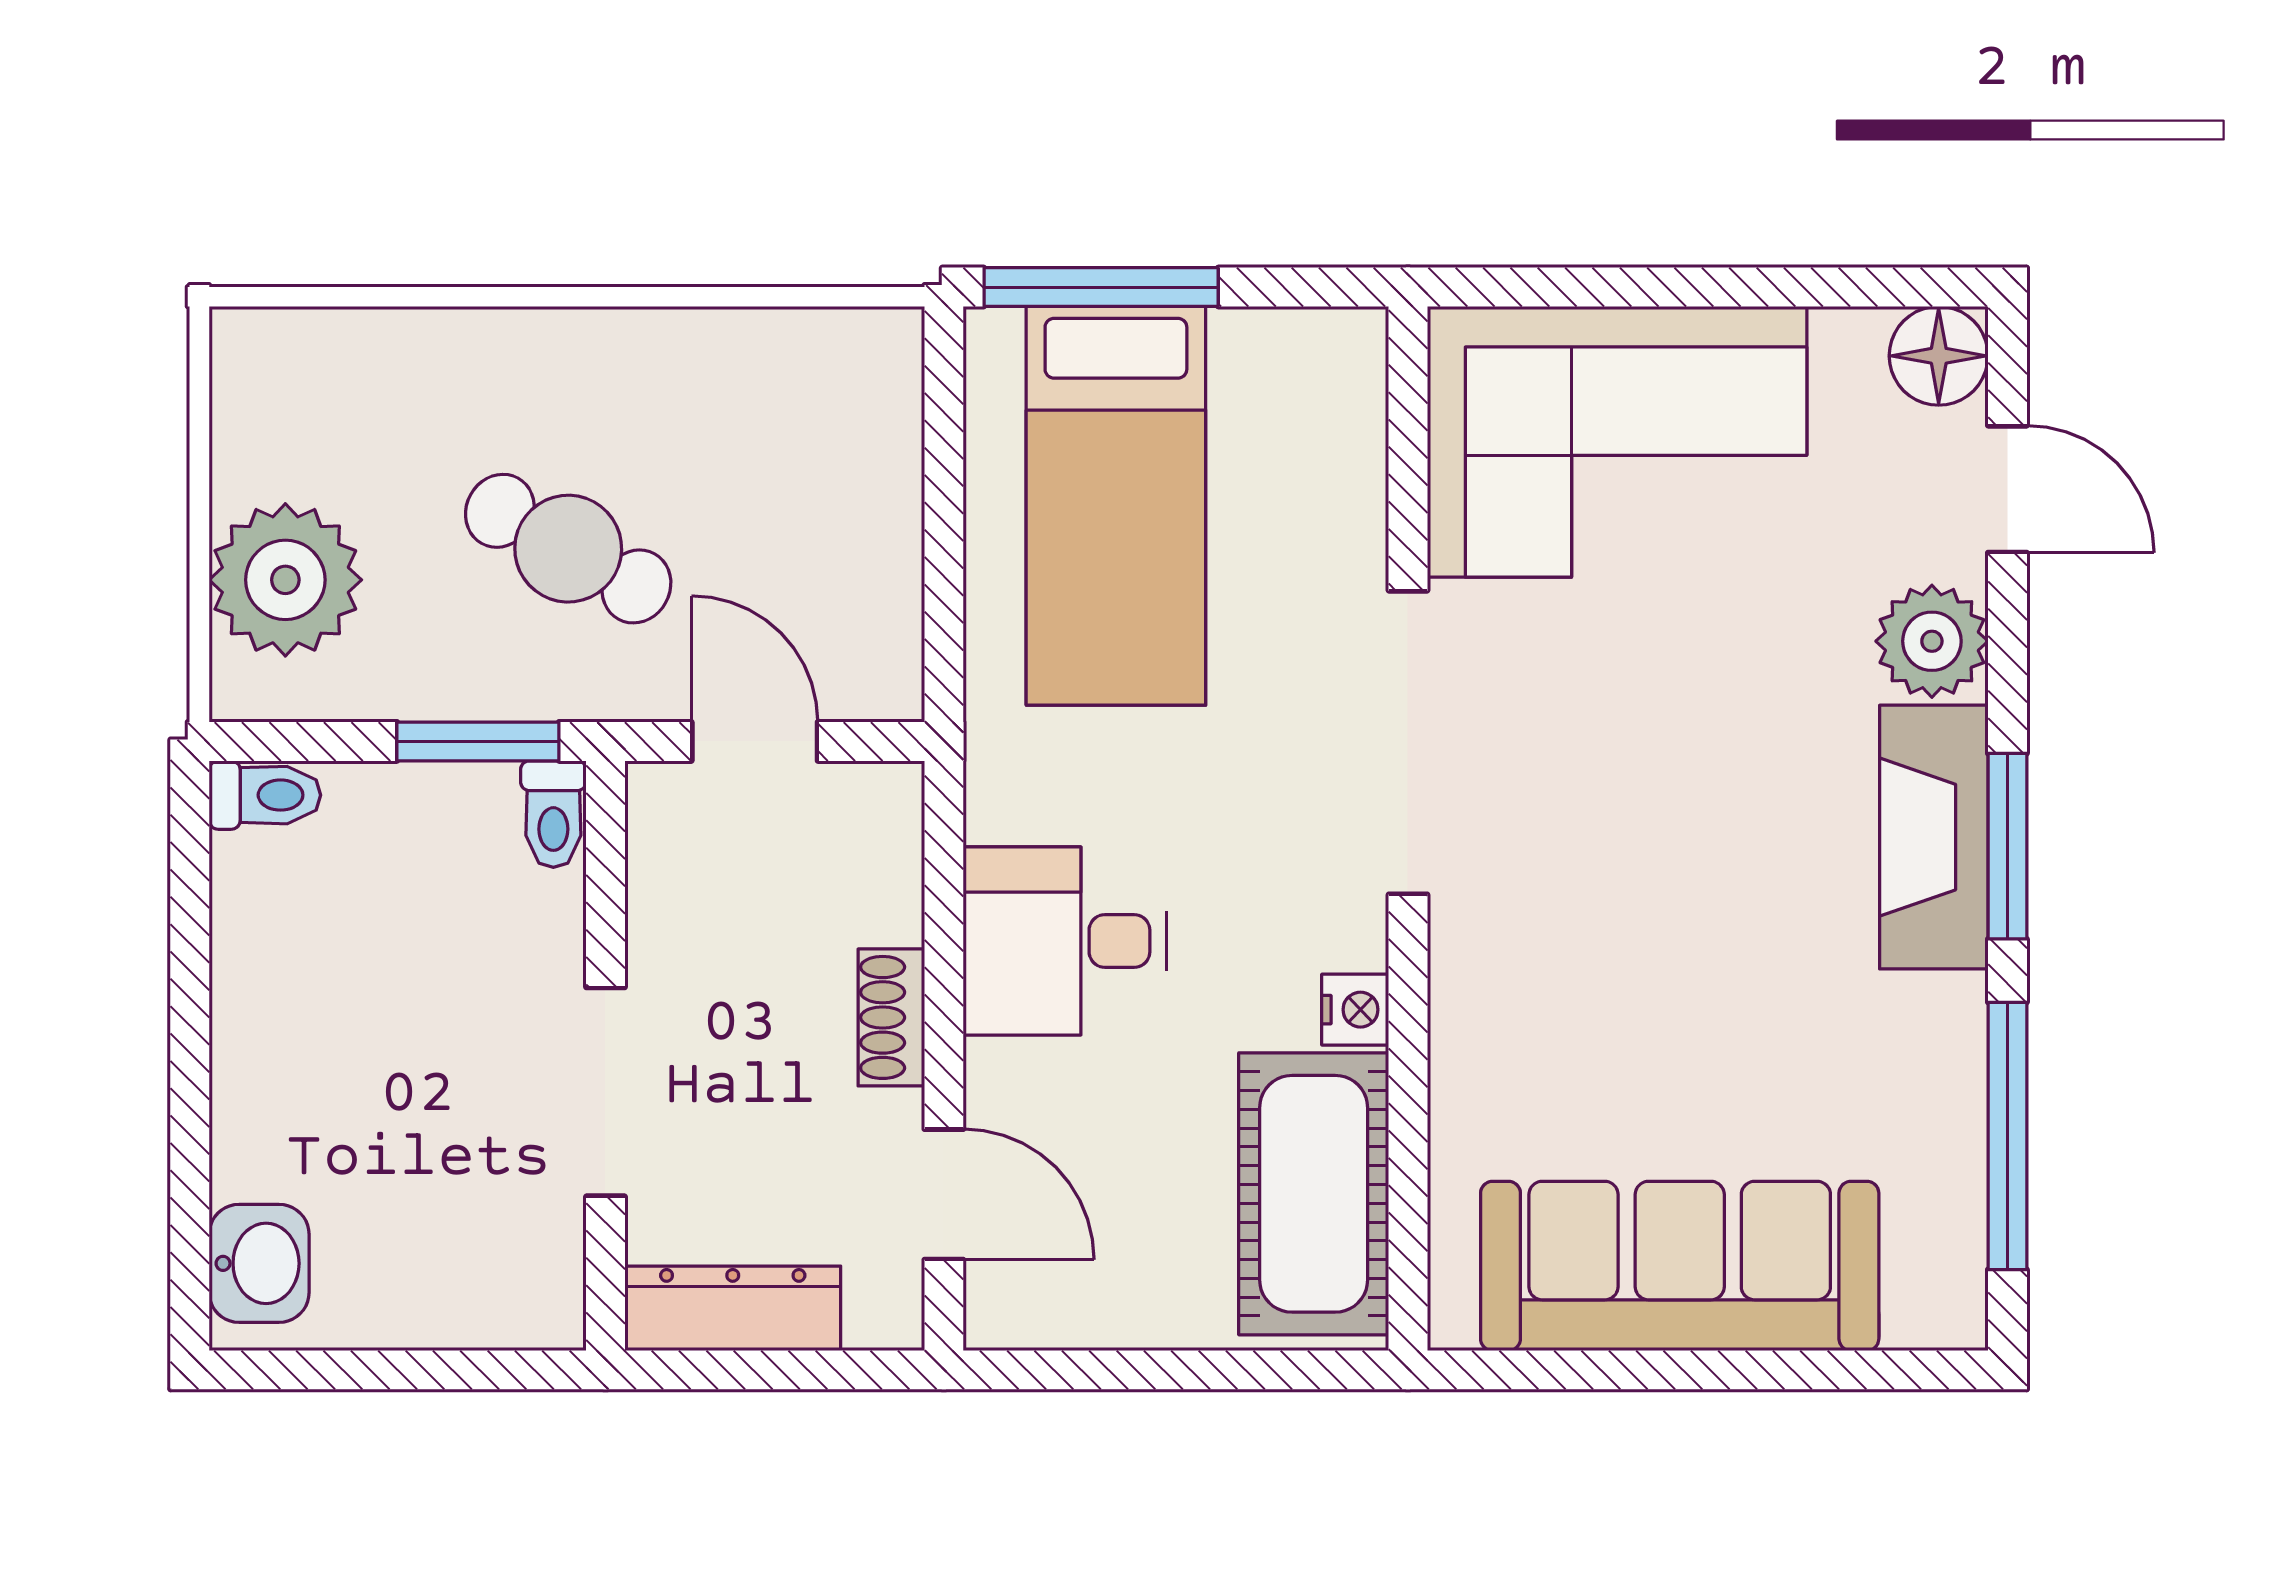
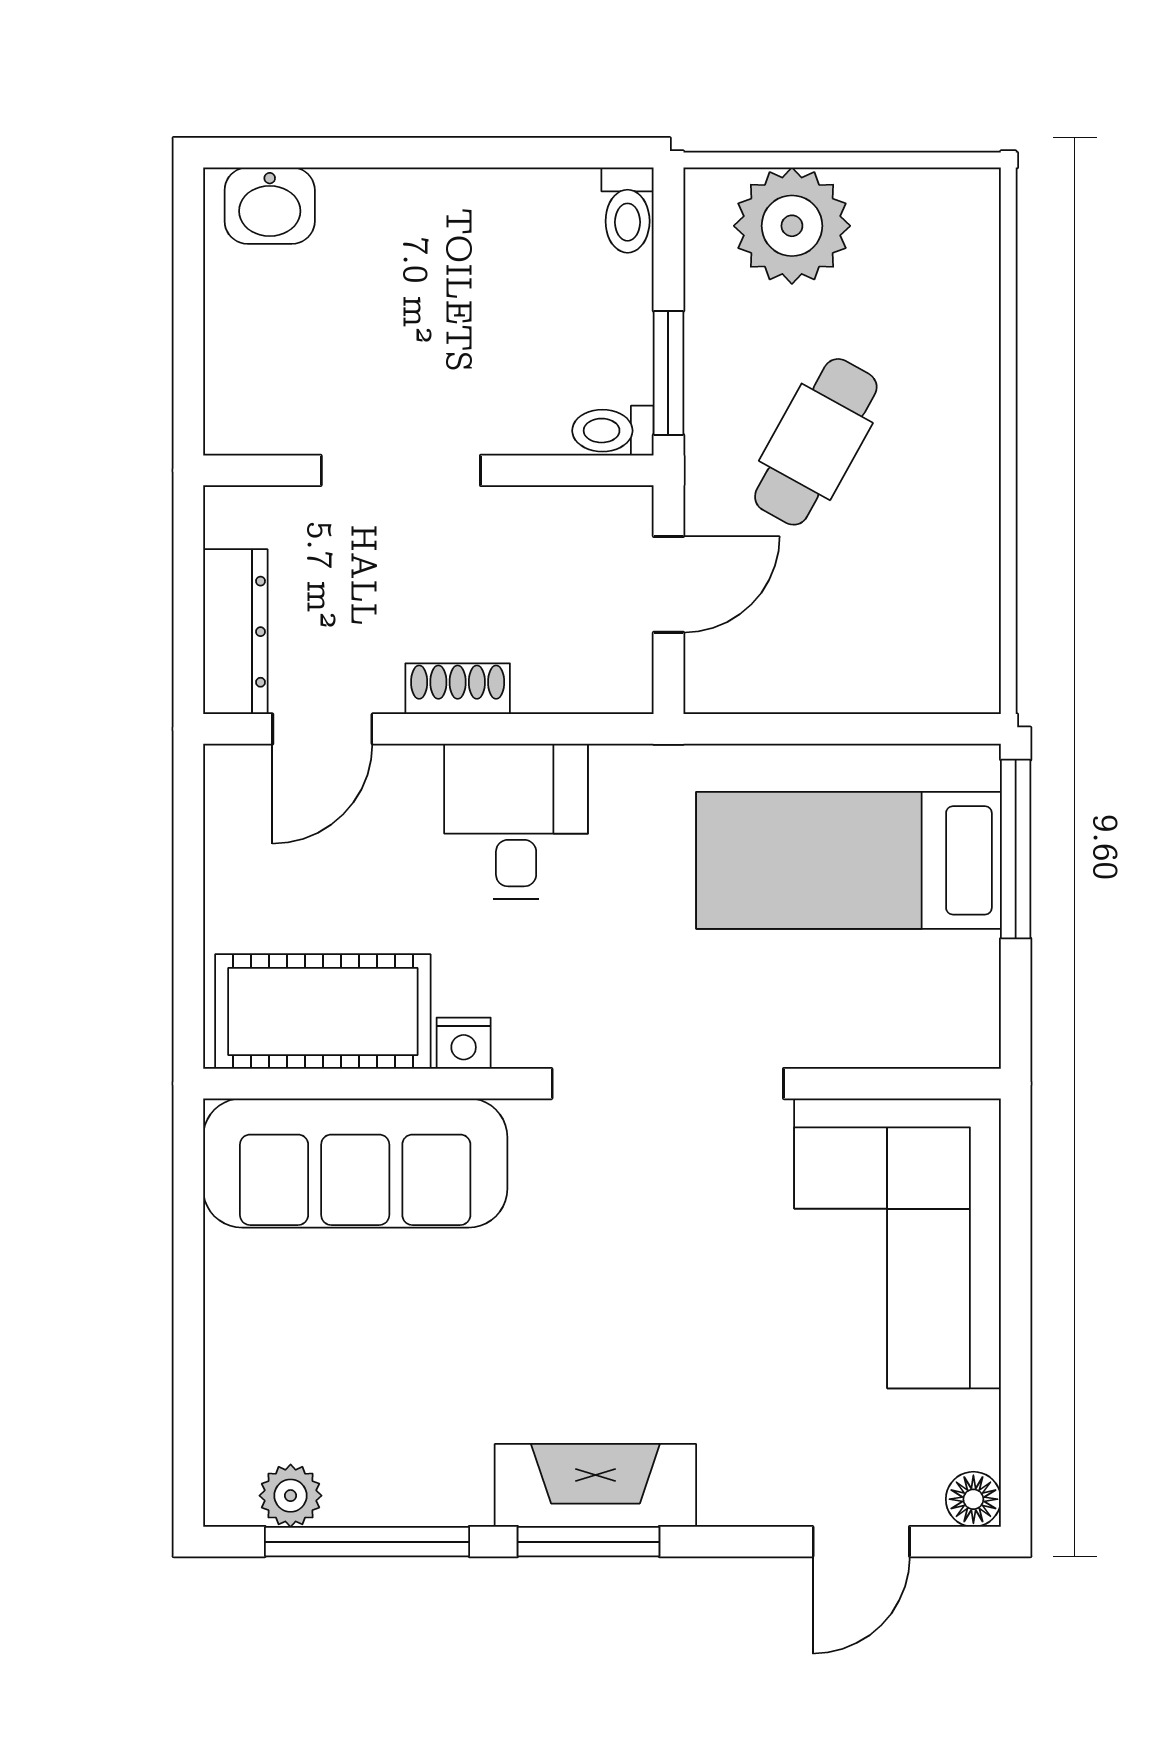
floor lamp: (1939, 356) -> (973, 1499), width x0.73, depth x0.73
plant: (1932, 641) -> (291, 1496), moved, width x0.73, depth x0.73
sofa: (1680, 1266) -> (355, 1163), moved, turned 90
dresser: (733, 1308) -> (235, 632), moved

